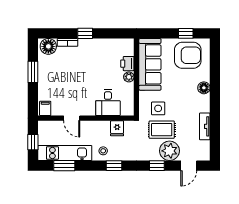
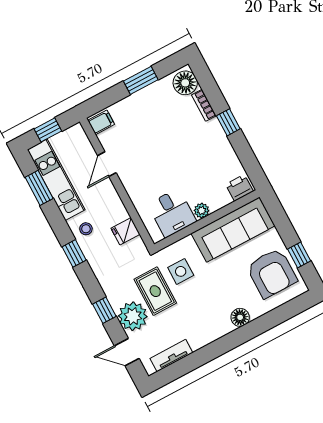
printer: (127, 64) -> (239, 188), moved
desk: (108, 103) -> (172, 213), moved, turned -90
tv unit: (205, 126) -> (171, 356), moved

